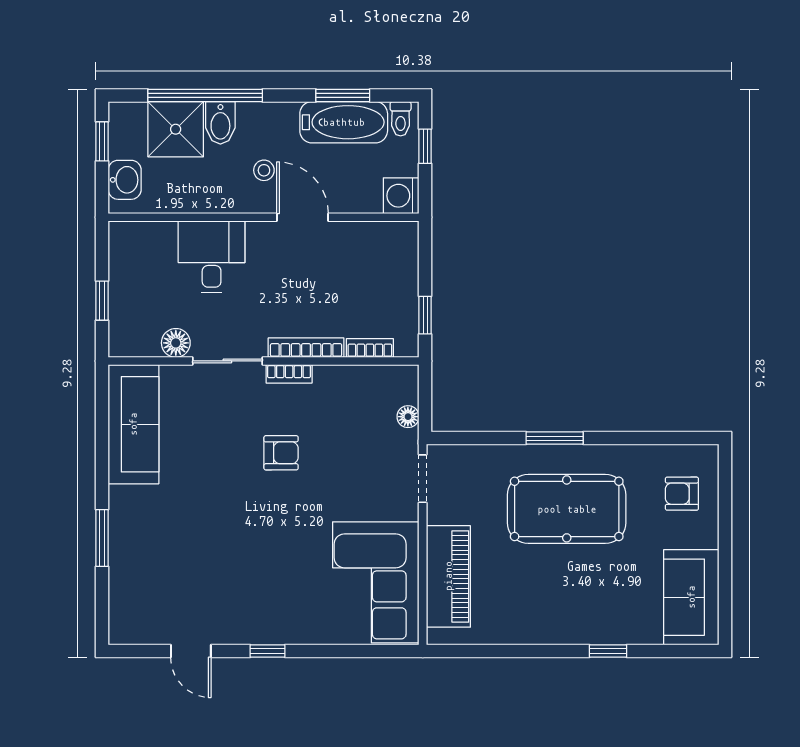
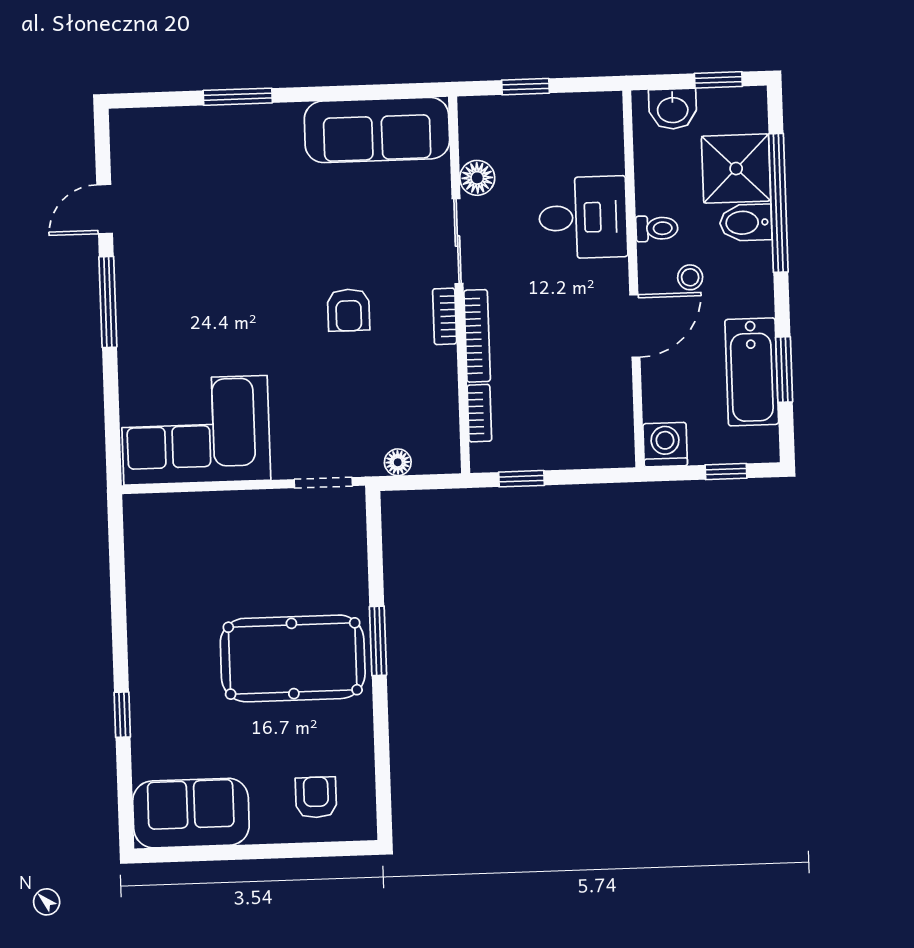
toilet: (401, 119) -> (657, 228), moved, turned 180
pool table: (567, 509) -> (293, 658), turned 90
piano: (448, 576) -> (206, 518), removed
window: (268, 651) -> (108, 302), width x2.17

